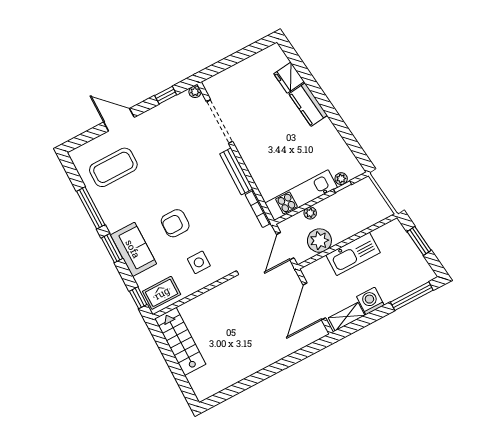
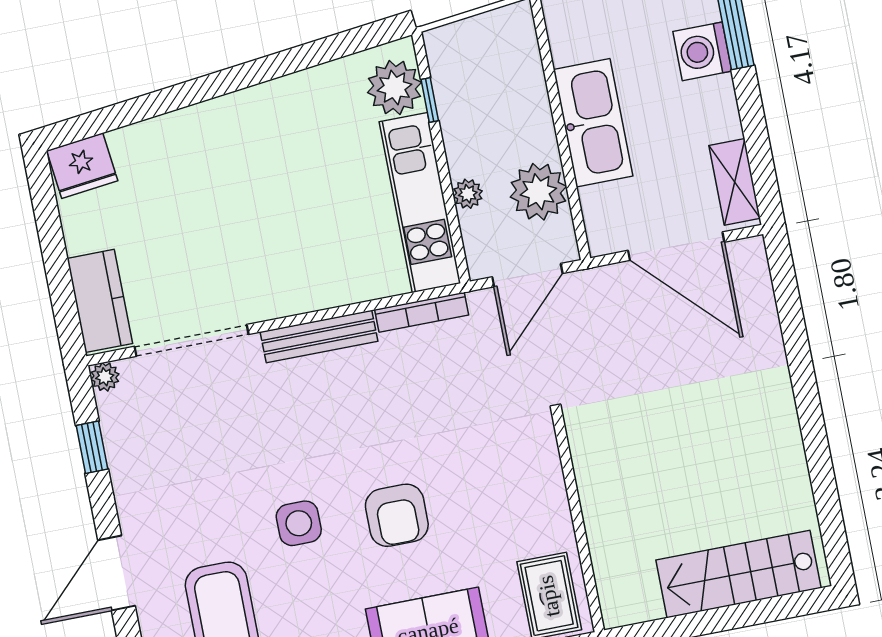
fridge: (289, 78) -> (82, 166), moved
kitchen counter: (308, 105) -> (100, 301), moved, turned -83
plant: (341, 179) -> (395, 87), width x1.88, depth x1.88
door: (285, 246) -> (527, 275), hinge flipped
side table: (199, 262) -> (299, 523), moved
washing machine: (370, 301) -> (702, 51), moved
stairs: (180, 341) -> (738, 574), moved

